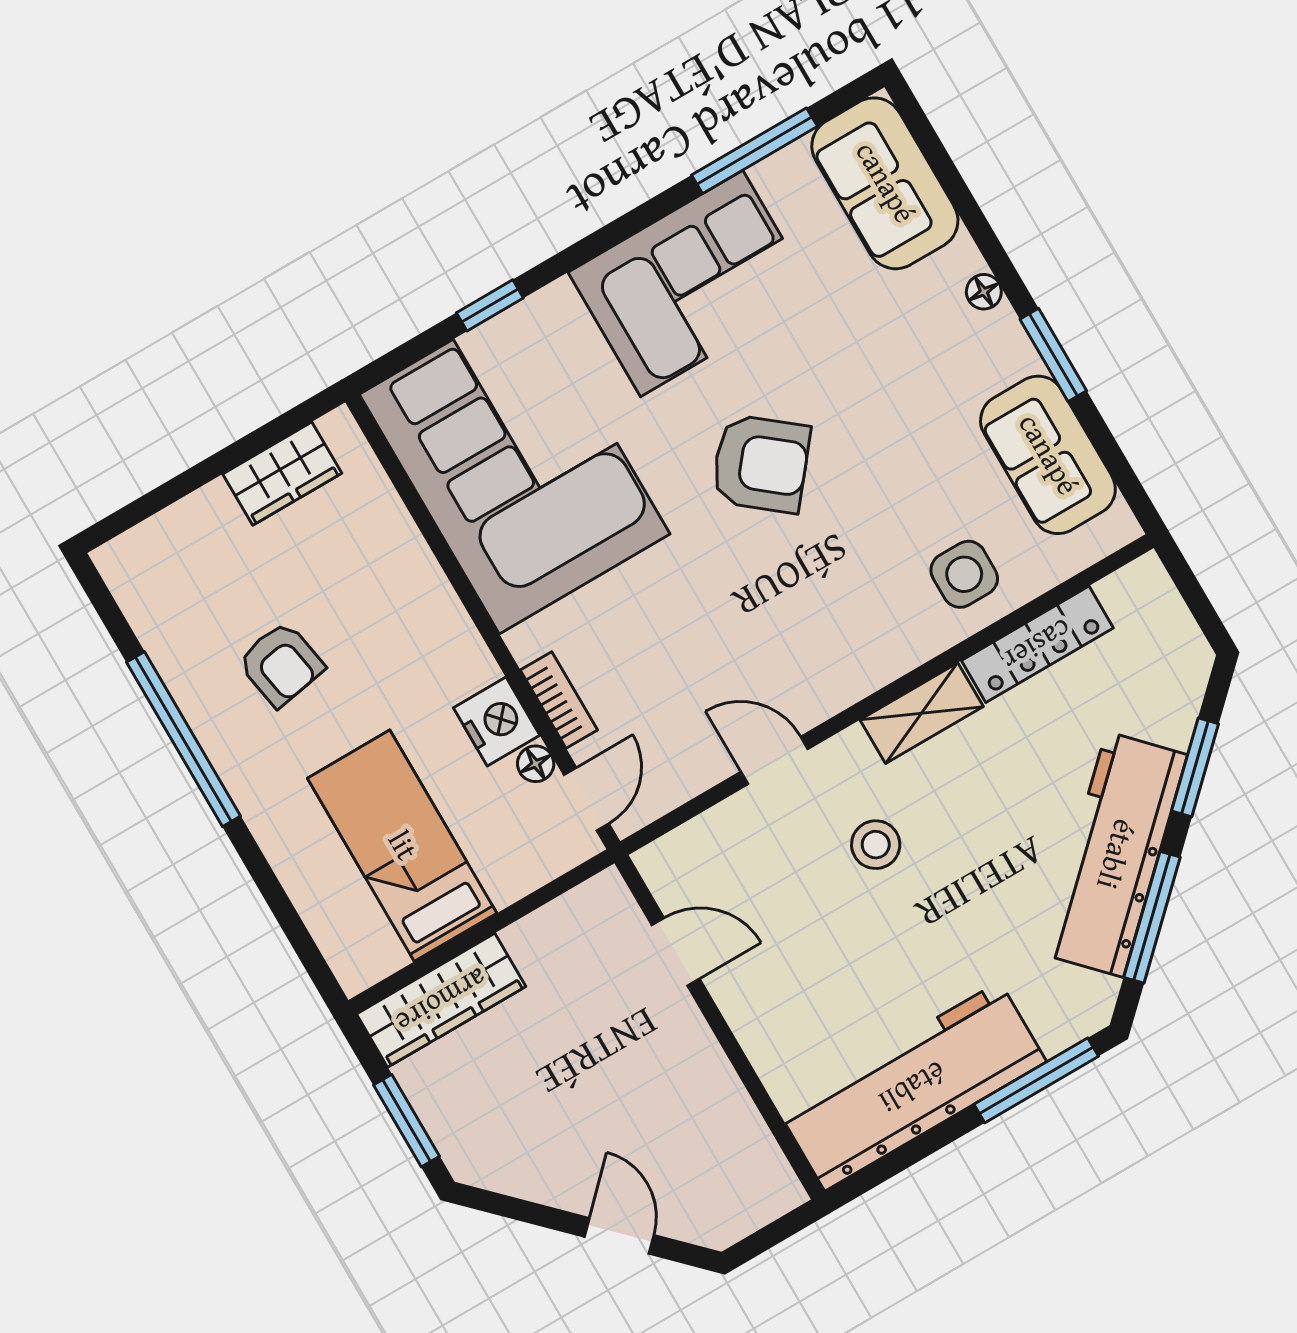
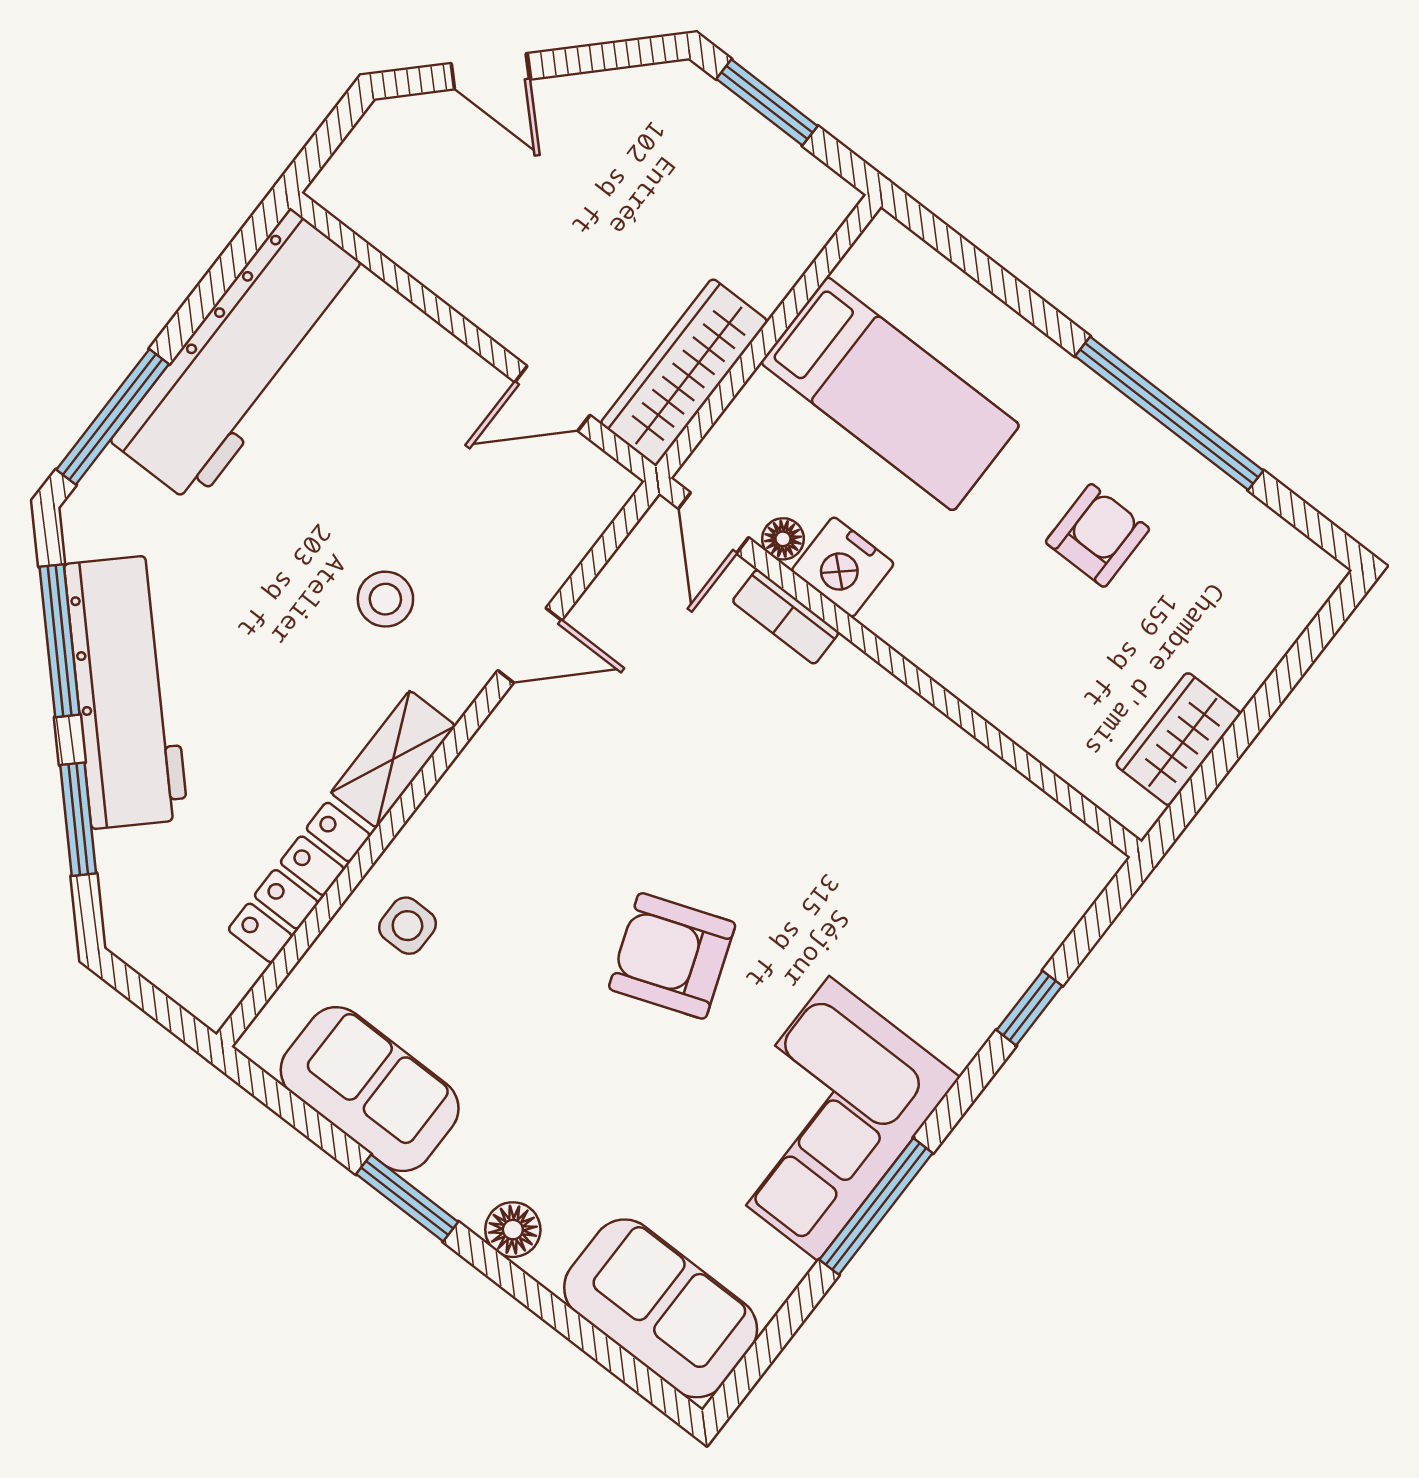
window: (755, 151) -> (876, 1206), moved
floor lamp: (984, 292) -> (513, 1230), width x1.37, depth x1.37
corner sofa: (515, 464) -> (934, 849), removed
armchair: (761, 464) -> (672, 956), turned 31
side table: (964, 574) -> (407, 926), width x0.73, depth x0.73
armchair: (281, 664) -> (1098, 535), turned 100
wardrobe: (441, 1000) -> (684, 372), moved

